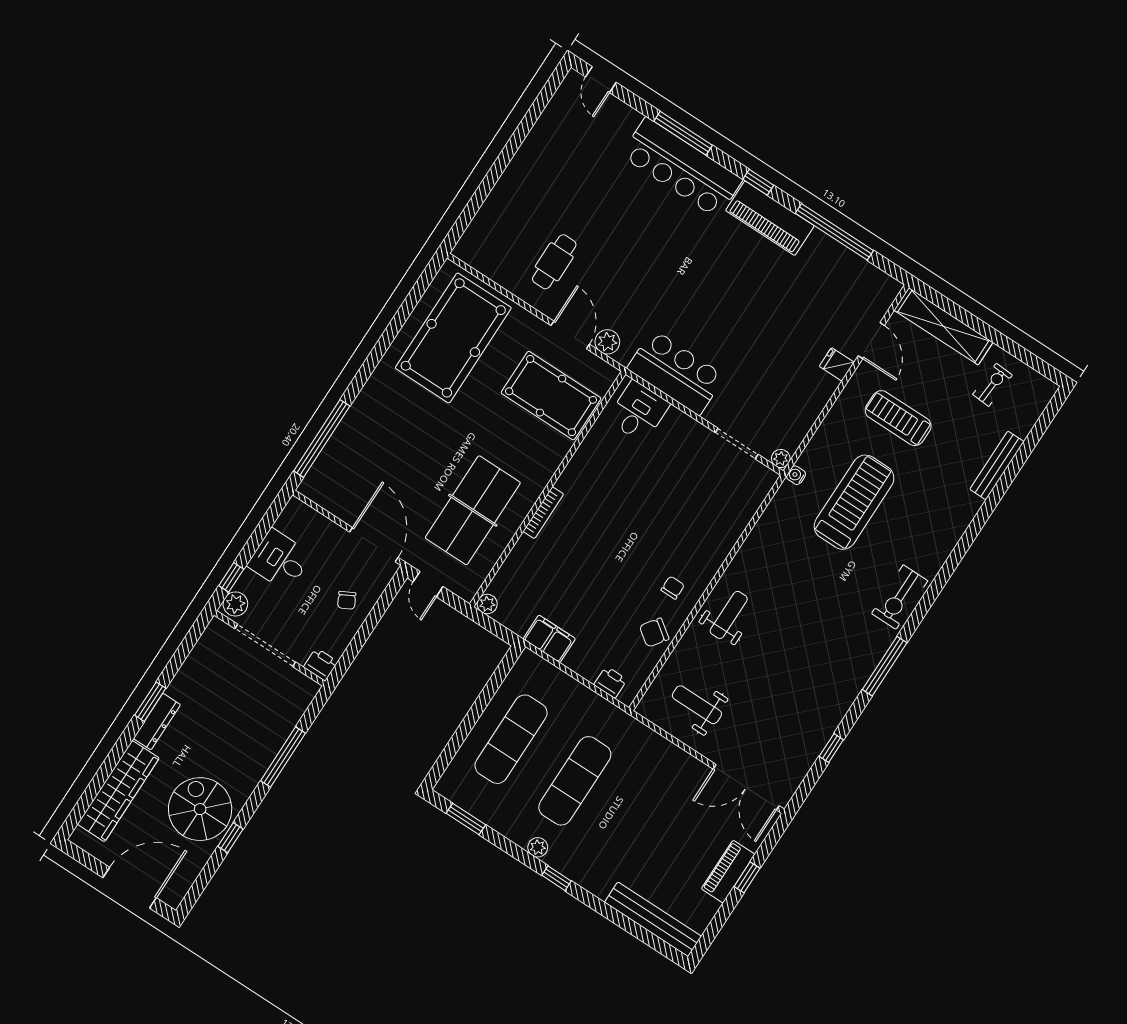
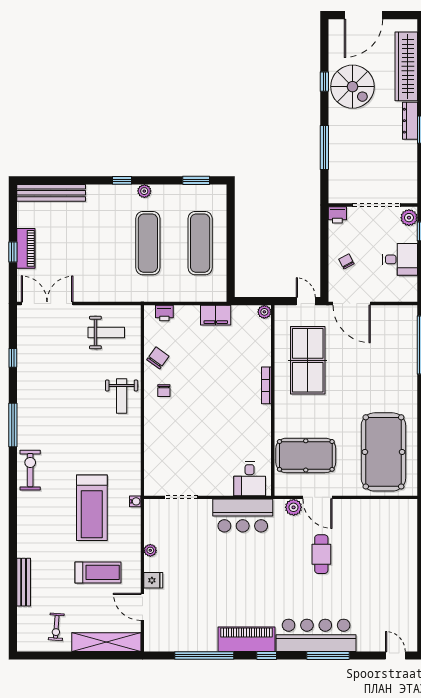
cafe table: (554, 262) -> (321, 554), moved
plant: (781, 459) -> (150, 550), moved

